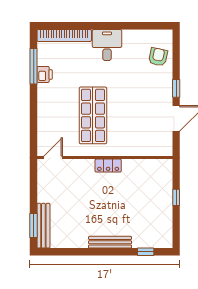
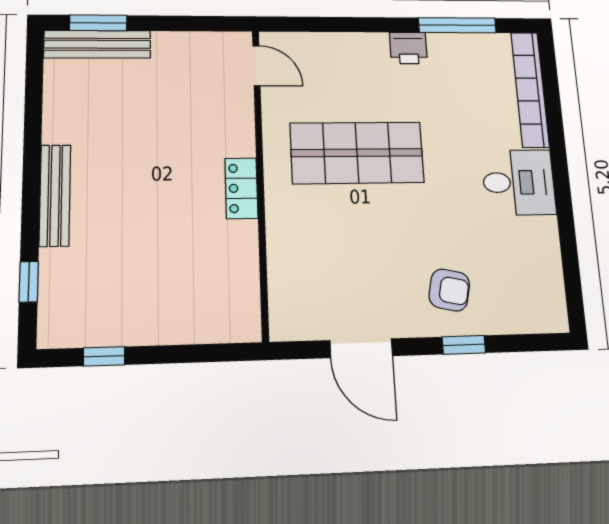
armchair: (158, 57) -> (449, 290), moved
printer: (45, 74) -> (408, 48), moved
window: (176, 88) -> (464, 345), moved
window: (176, 197) -> (104, 356), moved

